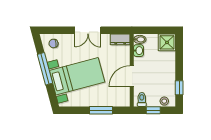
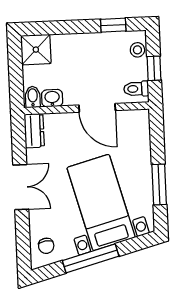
window: (101, 110) -> (159, 185), moved

